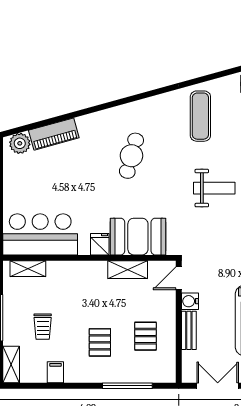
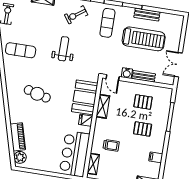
trolley: (43, 327) -> (111, 145), moved

